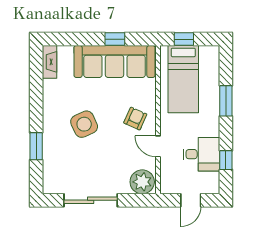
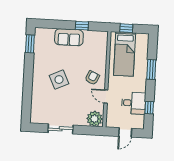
sofa: (114, 61) -> (69, 37), width x0.54, depth x0.79
fireplace: (49, 62) -> (39, 38), removed
window: (36, 146) -> (30, 44), moved
sliding door: (91, 200) -> (61, 129), width x0.73

